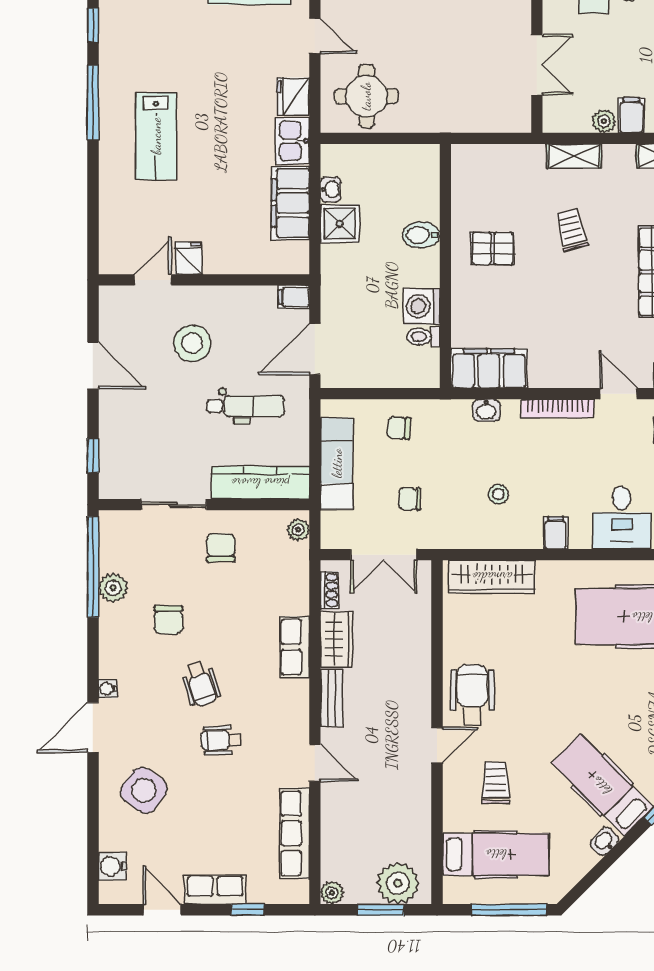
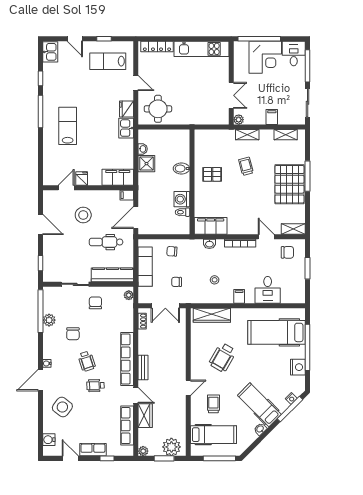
plant: (604, 121) -> (239, 120), moved
lab bench: (156, 136) -> (68, 126), turned 180
filing cabinet: (290, 203) -> (118, 177), moved, turned 90
dental chair: (246, 406) -> (106, 242), turned 180
wardrobe: (337, 639) -> (145, 416), moved
row of seats: (295, 647) -> (127, 359), width x2.02
wheelchair: (472, 695) -> (222, 357), moved, turned -150

